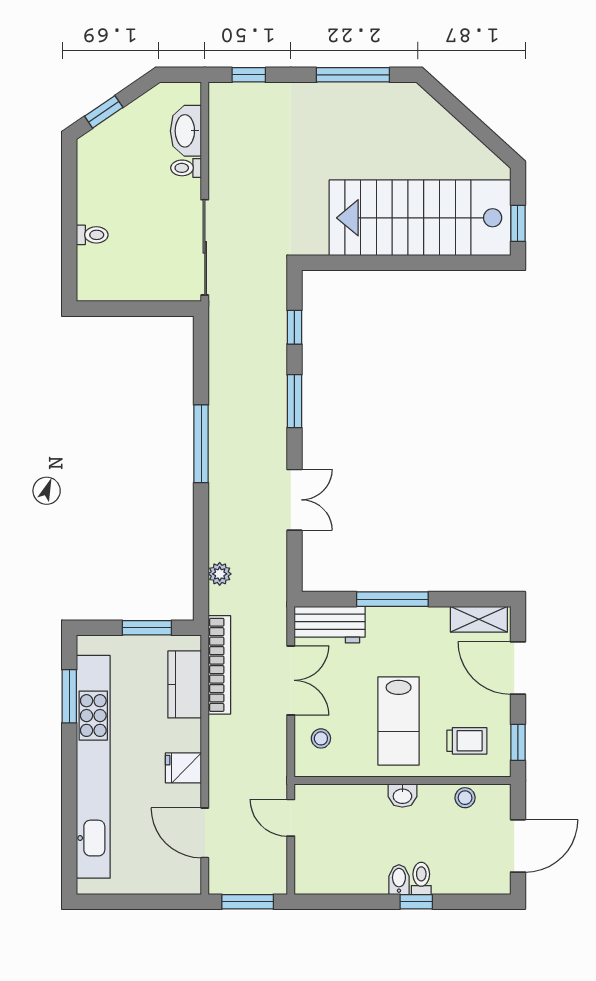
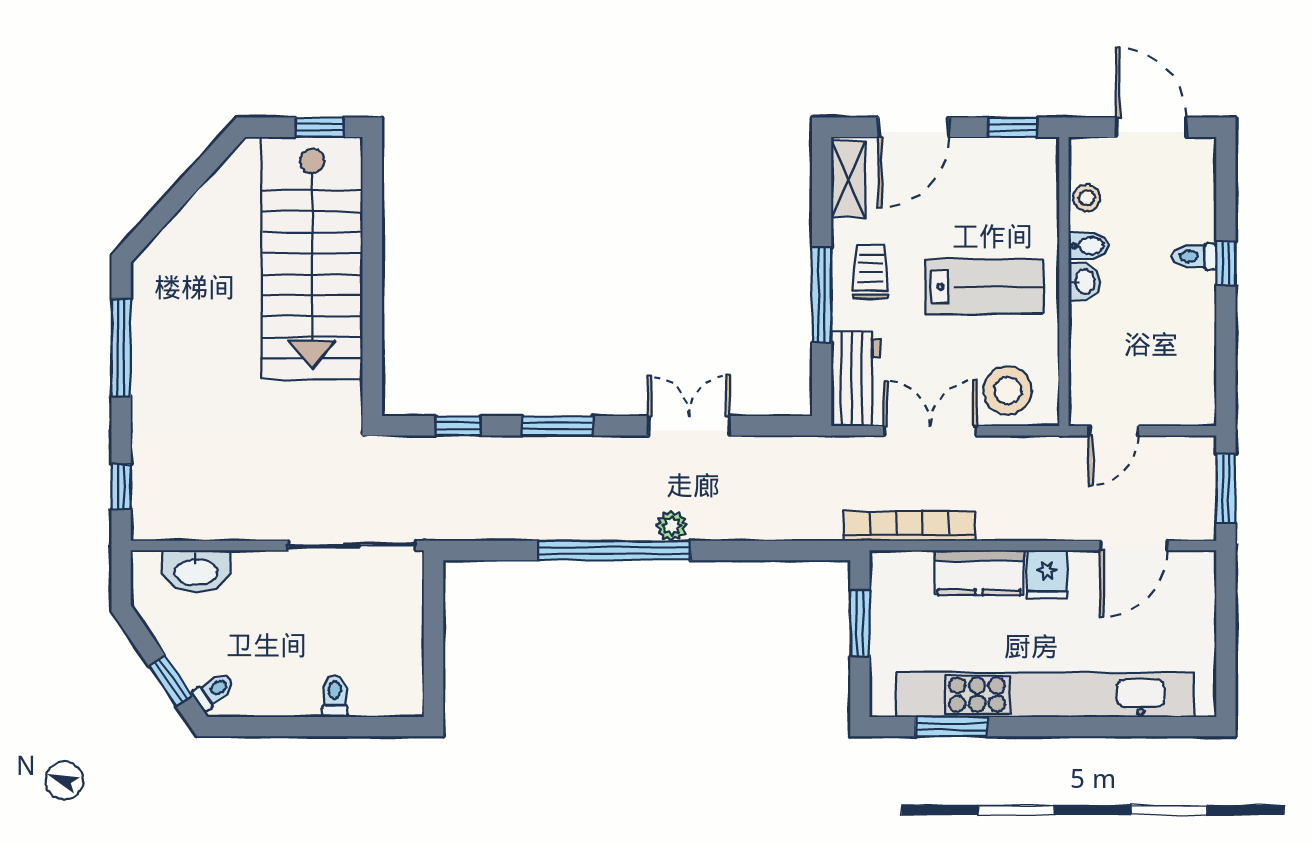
toilet: (186, 168) -> (214, 691), moved, turned -124
window: (201, 444) -> (614, 551), width x1.46
plant: (220, 574) -> (672, 526), moved
kitchen counter: (185, 684) -> (979, 573), moved
stool: (321, 738) -> (1008, 390), width x1.89, depth x1.89
trolley: (467, 741) -> (870, 272), moved
bidet: (399, 880) -> (1088, 246), moved, turned 180

